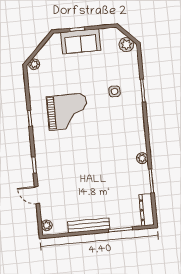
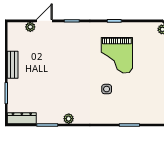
side table: (115, 91) -> (107, 89), moved
plant: (47, 225) -> (30, 27), moved
bench: (89, 225) -> (13, 65), width x0.73

